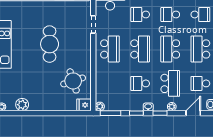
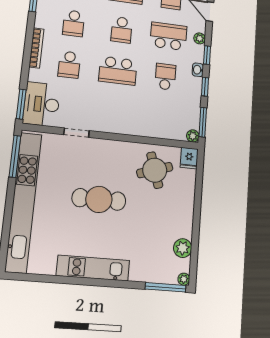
school desk: (110, 49) -> (114, 113), removed
school desk: (140, 49) -> (118, 71), turned 180
school desk: (170, 49) -> (122, 30), width x0.54
school desk: (140, 83) -> (165, 77), turned 180

